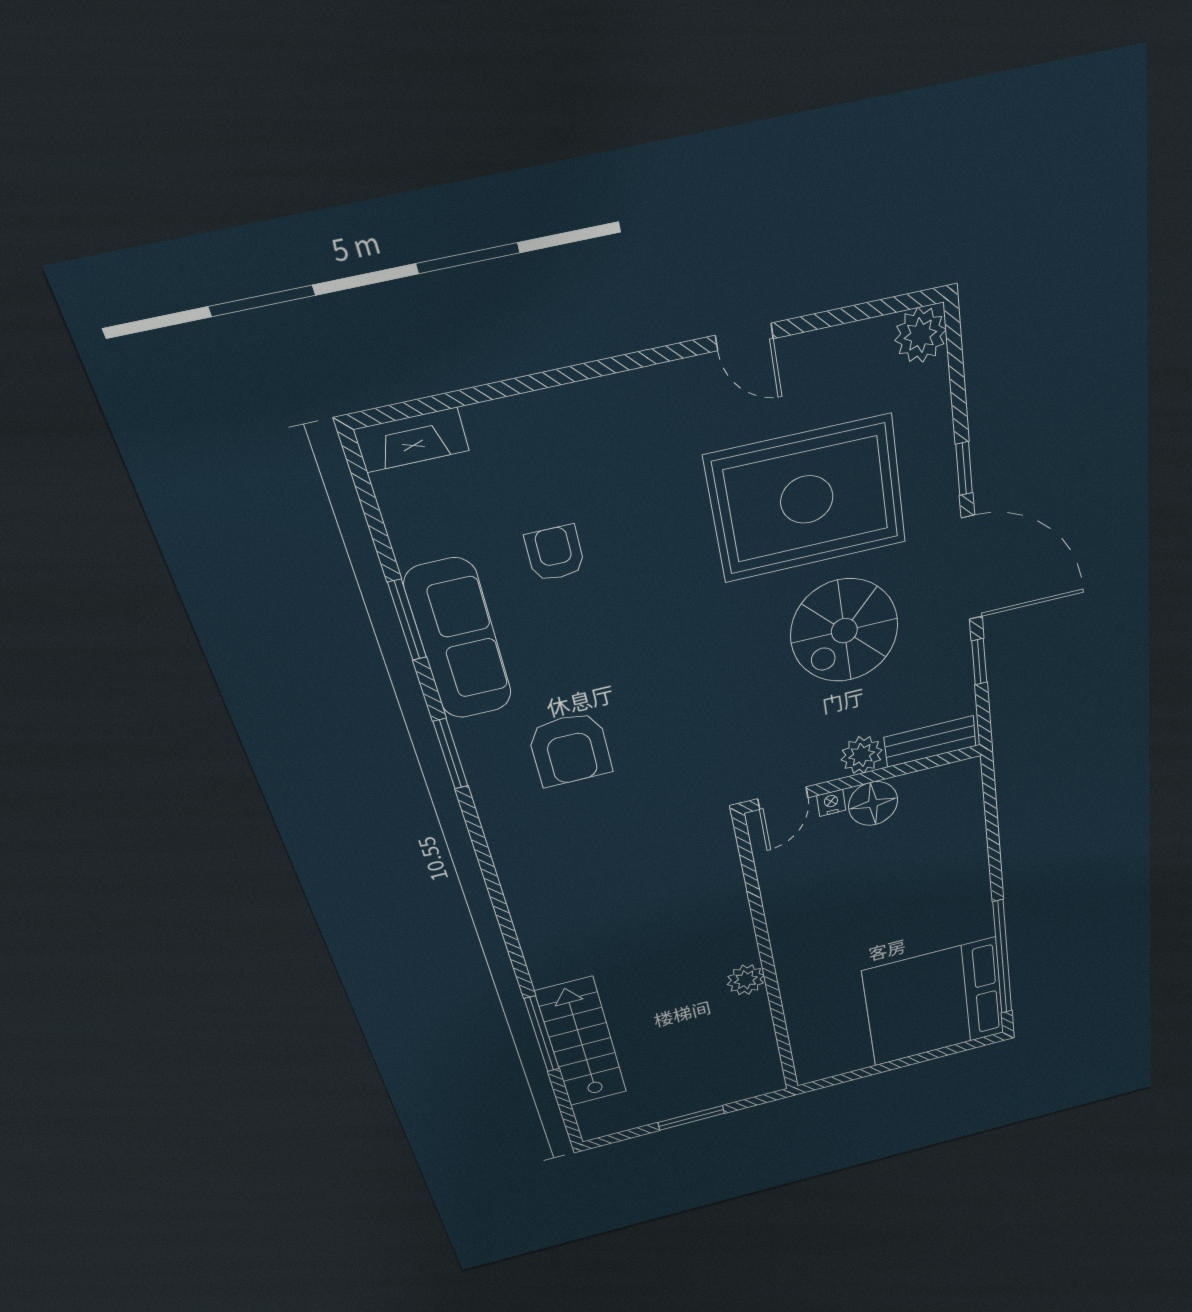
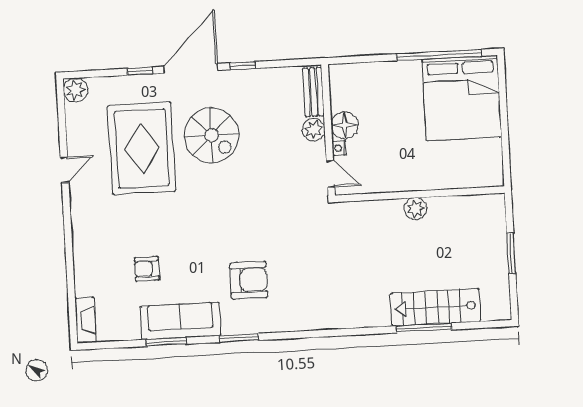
bench: (930, 742) -> (313, 92), moved
plant: (862, 755) -> (314, 130), moved
wall: (863, 779) -> (328, 130), moved
door: (783, 798) -> (330, 174), moved
nightstand: (831, 803) -> (339, 148), moved
floor lamp: (873, 804) -> (345, 125), moved

